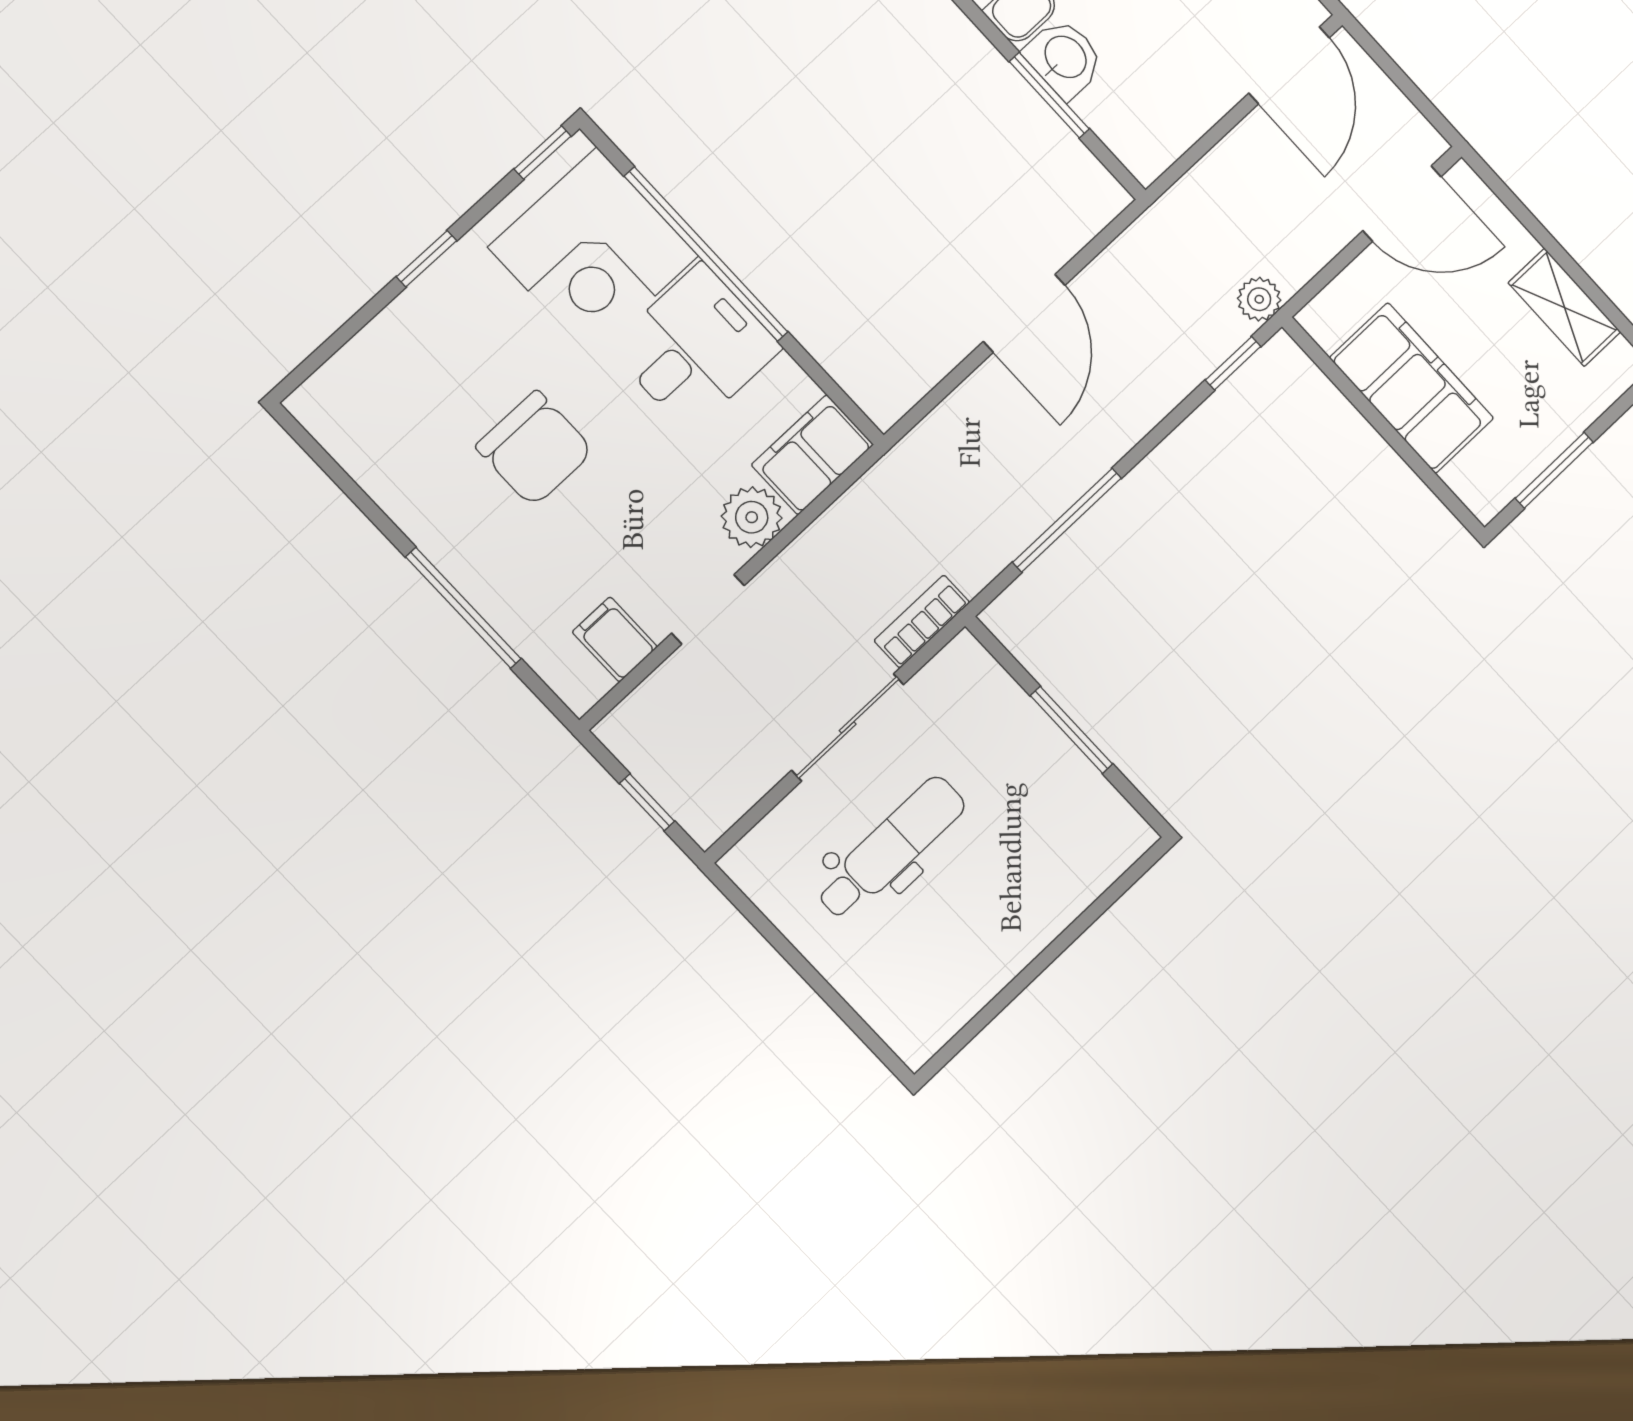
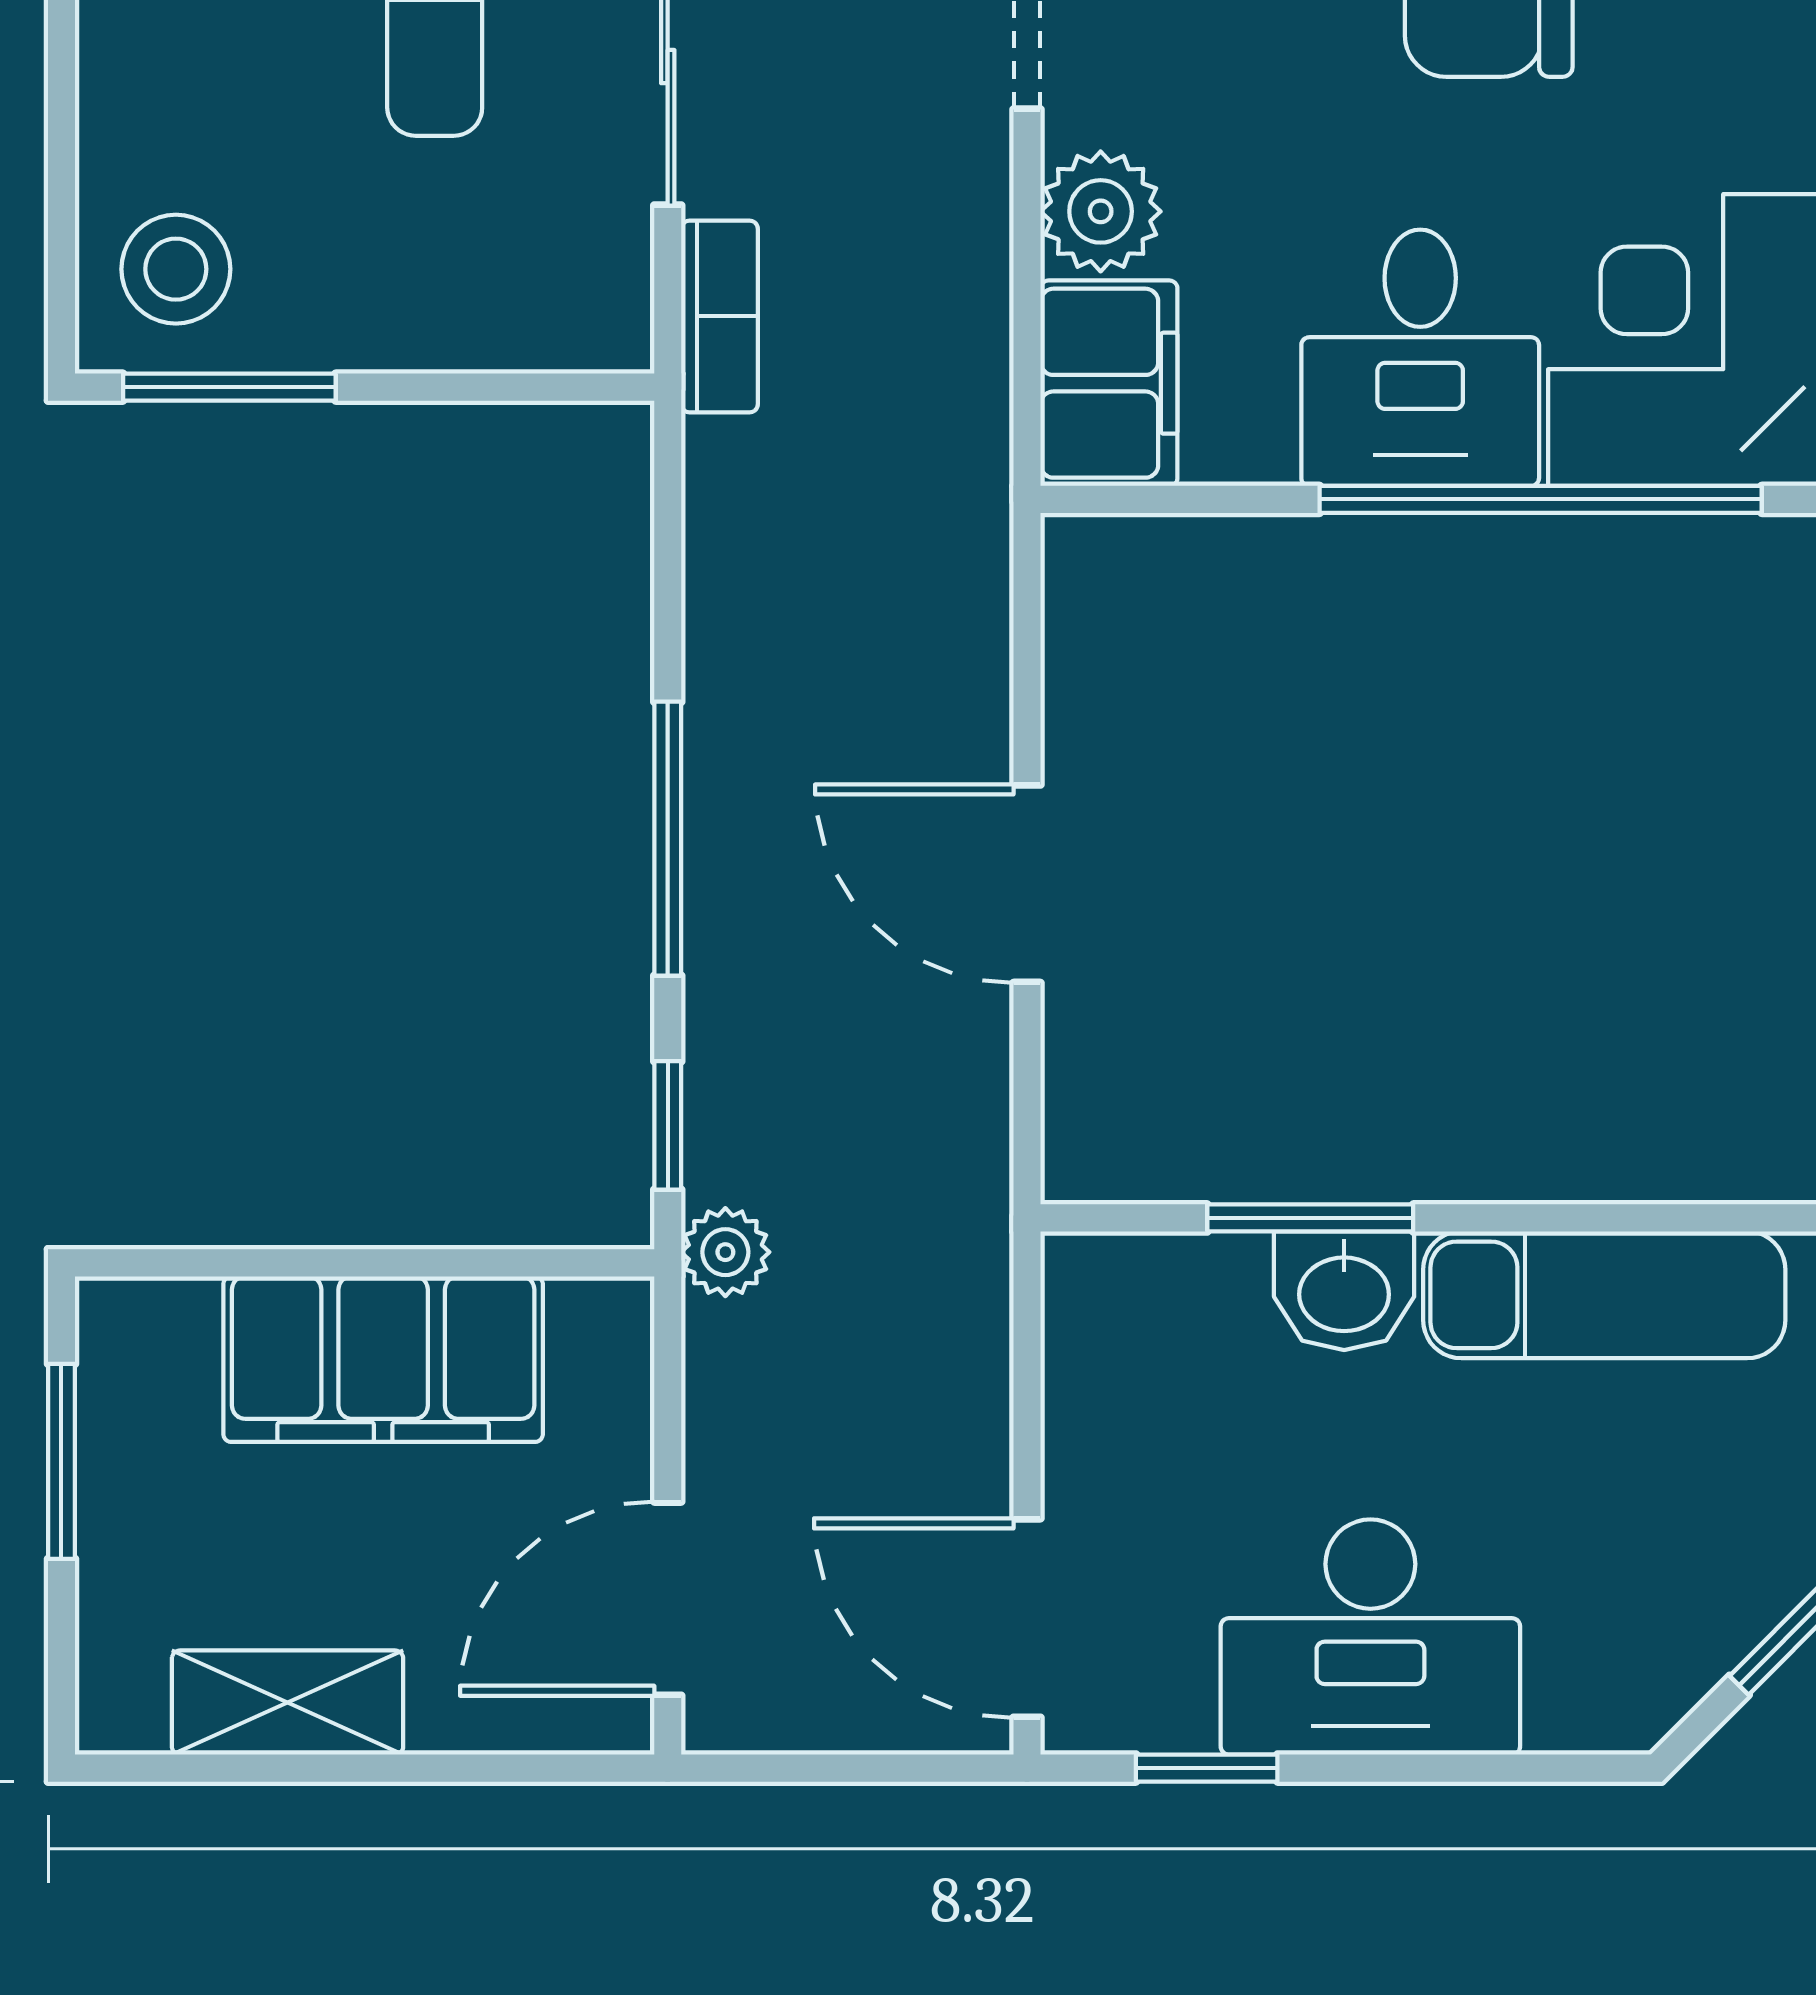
window: (1067, 520) -> (668, 839), moved
window: (1071, 730) -> (229, 387), moved
stool: (1090, 837) -> (176, 269), added

